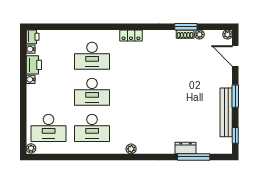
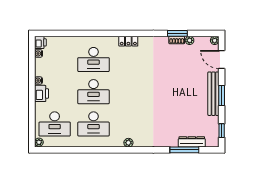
printer: (34, 65) -> (42, 93), moved
bench: (226, 112) -> (213, 94), moved
dresser: (186, 148) -> (192, 142), moved, width x1.44

